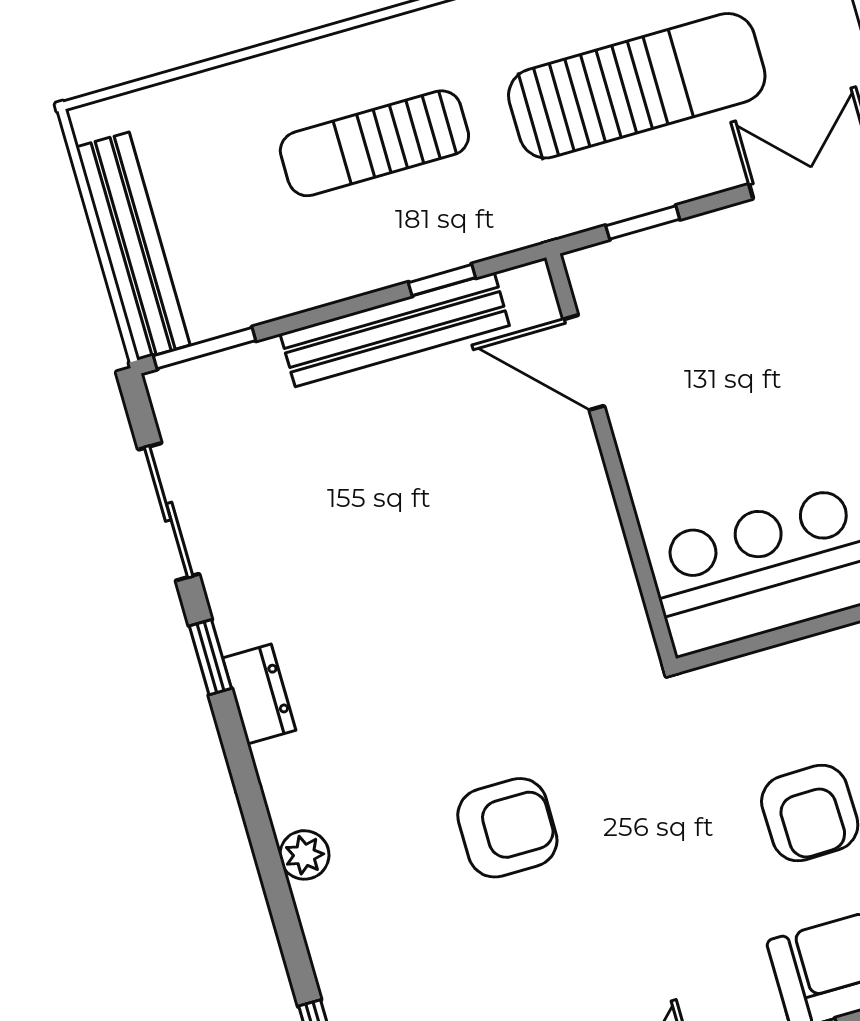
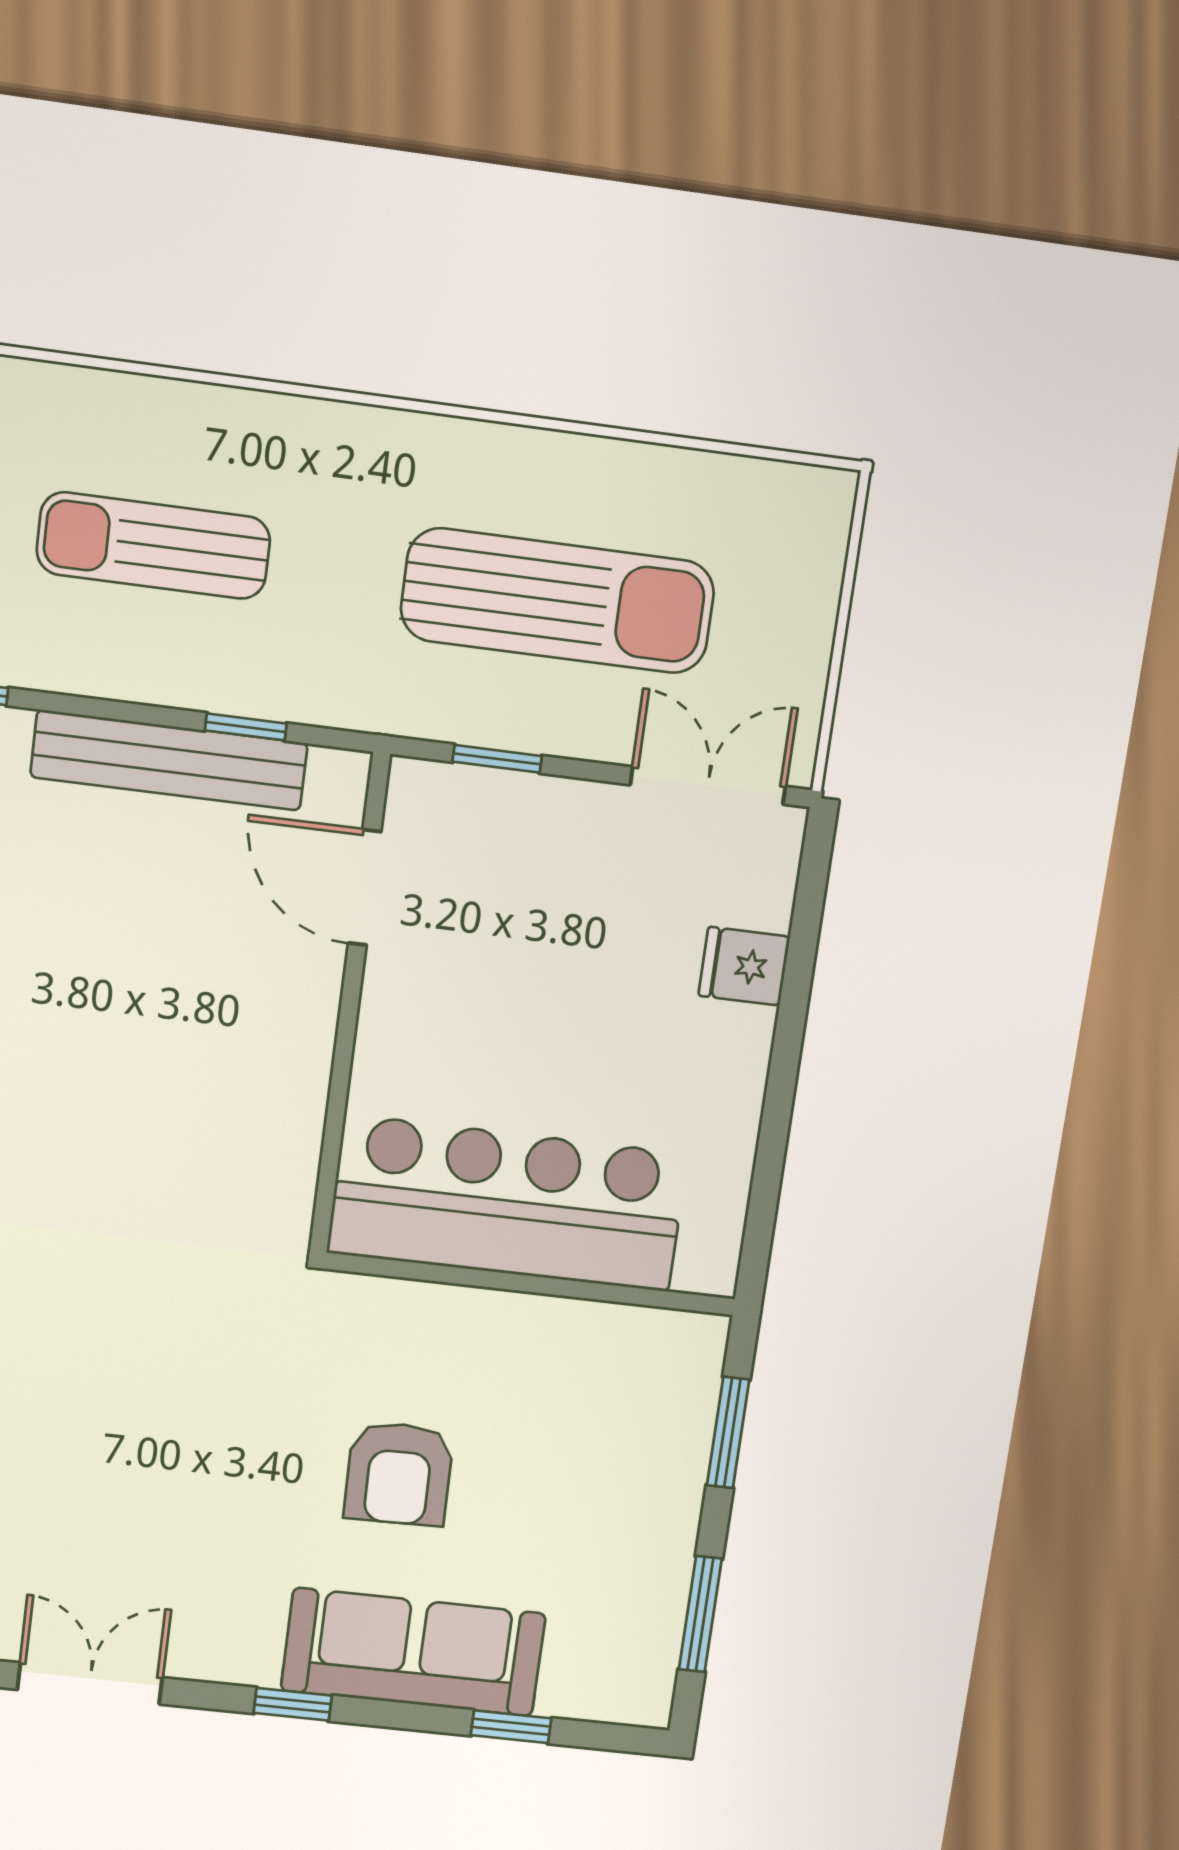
sun lounger: (374, 143) -> (153, 546), moved
armchair: (507, 828) -> (66, 1358), removed

